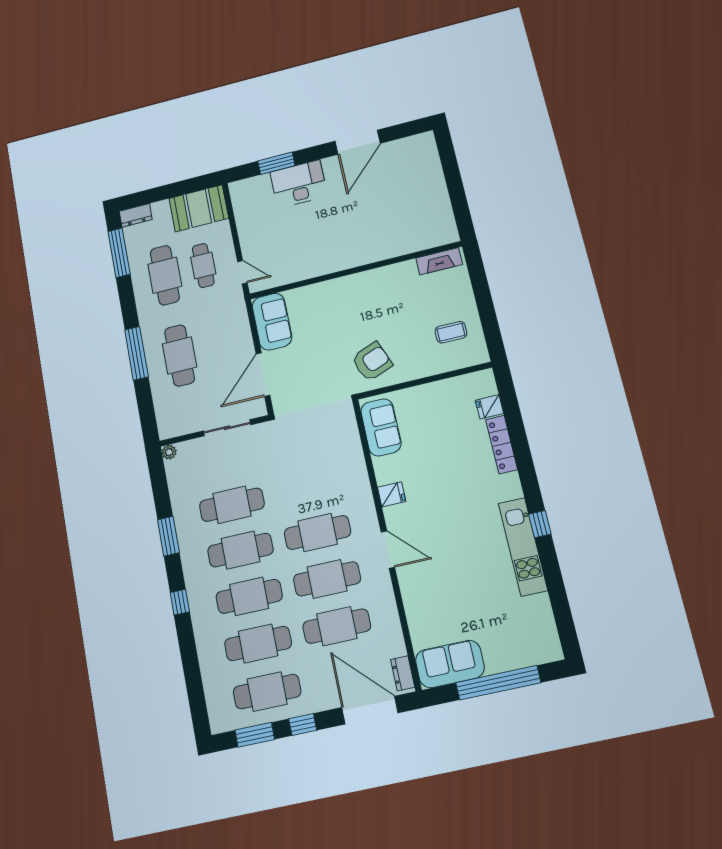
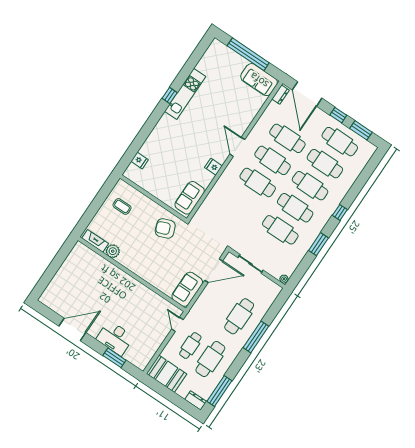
plant: (406, 272) -> (113, 251), added
locker: (502, 445) -> (151, 141), removed

